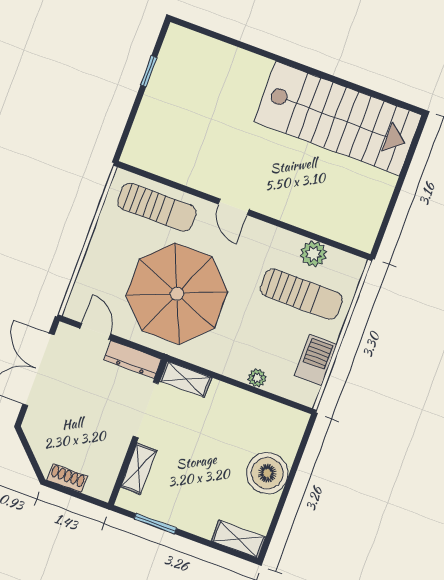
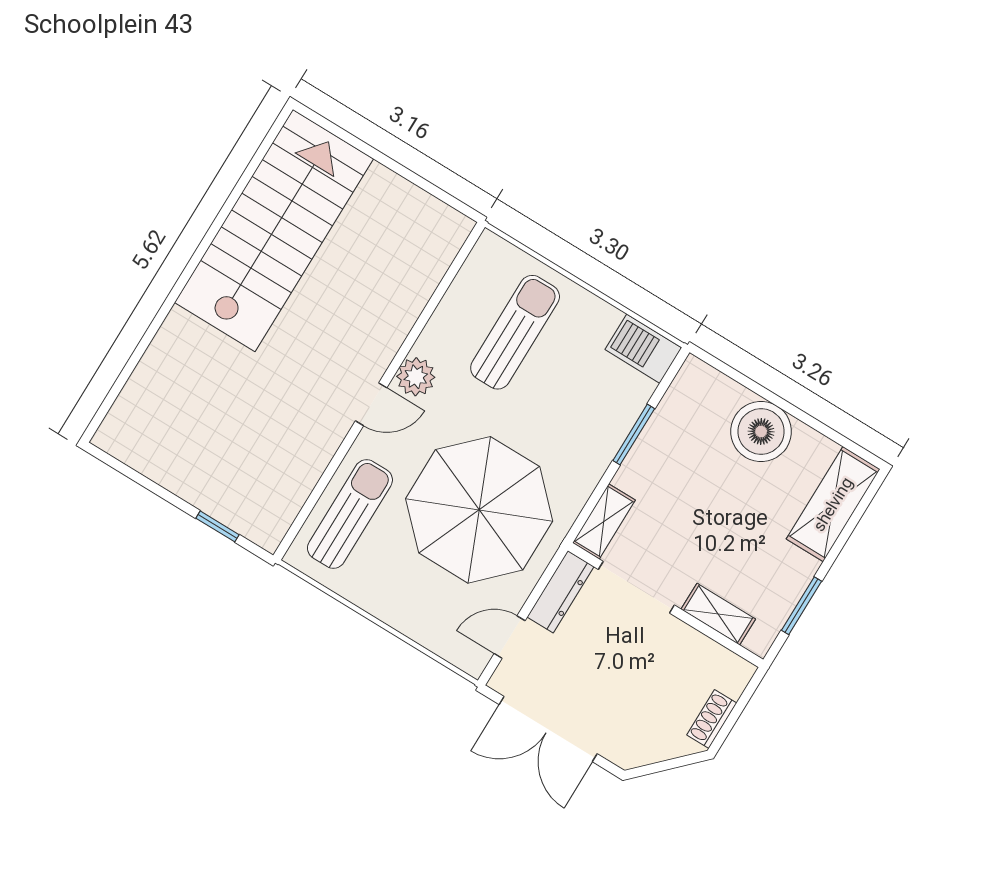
window: (149, 71) -> (217, 526), moved
plant: (313, 254) -> (416, 377), moved
barbecue: (316, 360) -> (643, 349), moved
plant: (257, 378) -> (622, 419), removed
window: (248, 388) -> (634, 435), added
shelving: (238, 539) -> (833, 504), width x1.50, depth x1.33

